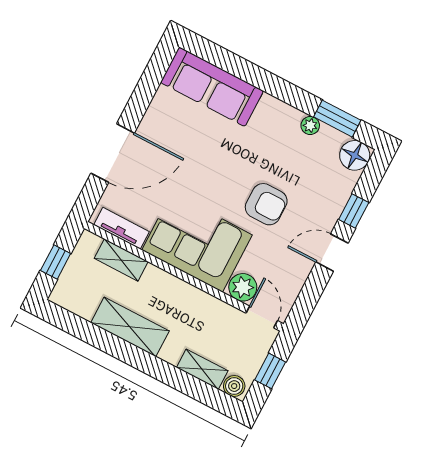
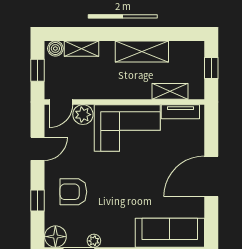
door: (113, 153) -> (211, 176), moved
armchair: (266, 204) -> (73, 192), moved
door: (332, 253) -> (37, 149), moved
door: (262, 317) -> (61, 102), hinge flipped

